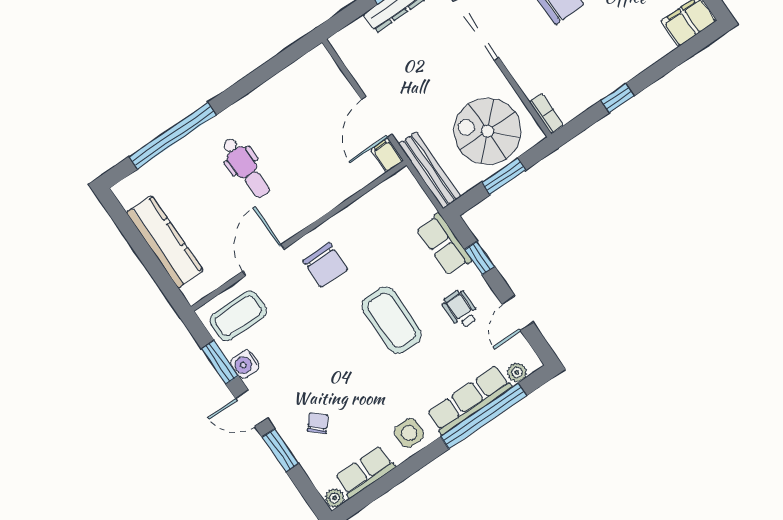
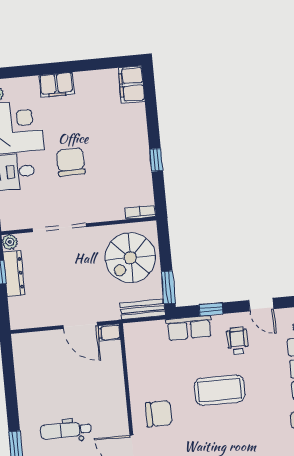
dental chair: (246, 168) -> (66, 430), turned 180
bench: (430, 170) -> (143, 309), width x0.73
window: (504, 176) -> (168, 287), moved
wheelchair: (460, 309) -> (238, 341), turned 90

